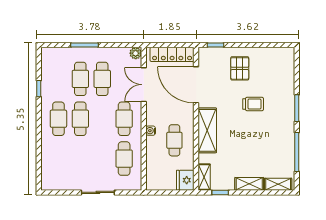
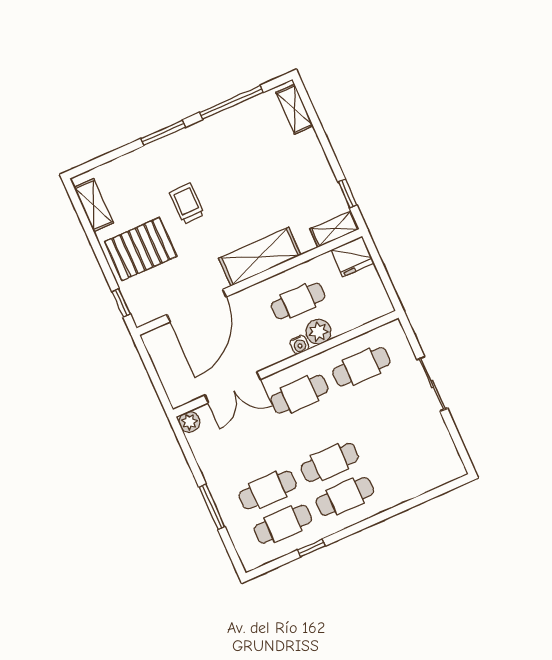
locker: (172, 54) -> (166, 364), removed
pallet: (240, 68) -> (141, 249), width x1.50, depth x1.42
cafe table: (102, 79) -> (283, 524), moved
plant: (153, 144) -> (318, 332), added
shelving: (249, 184) -> (94, 205), moved

